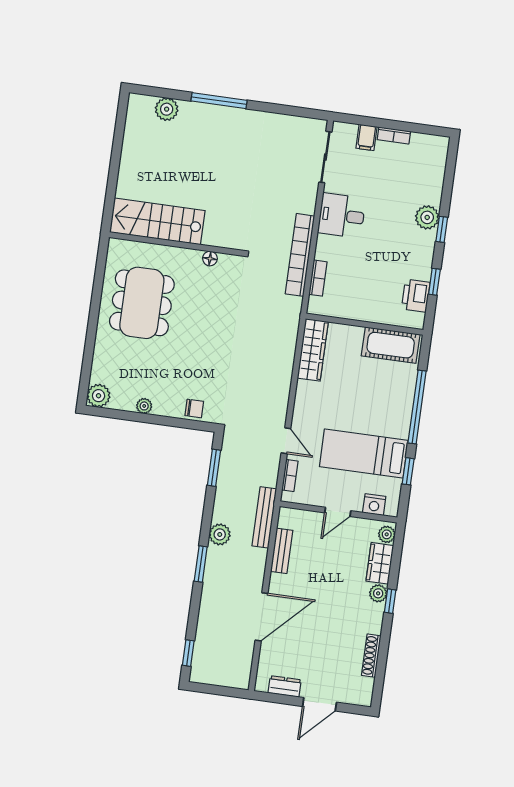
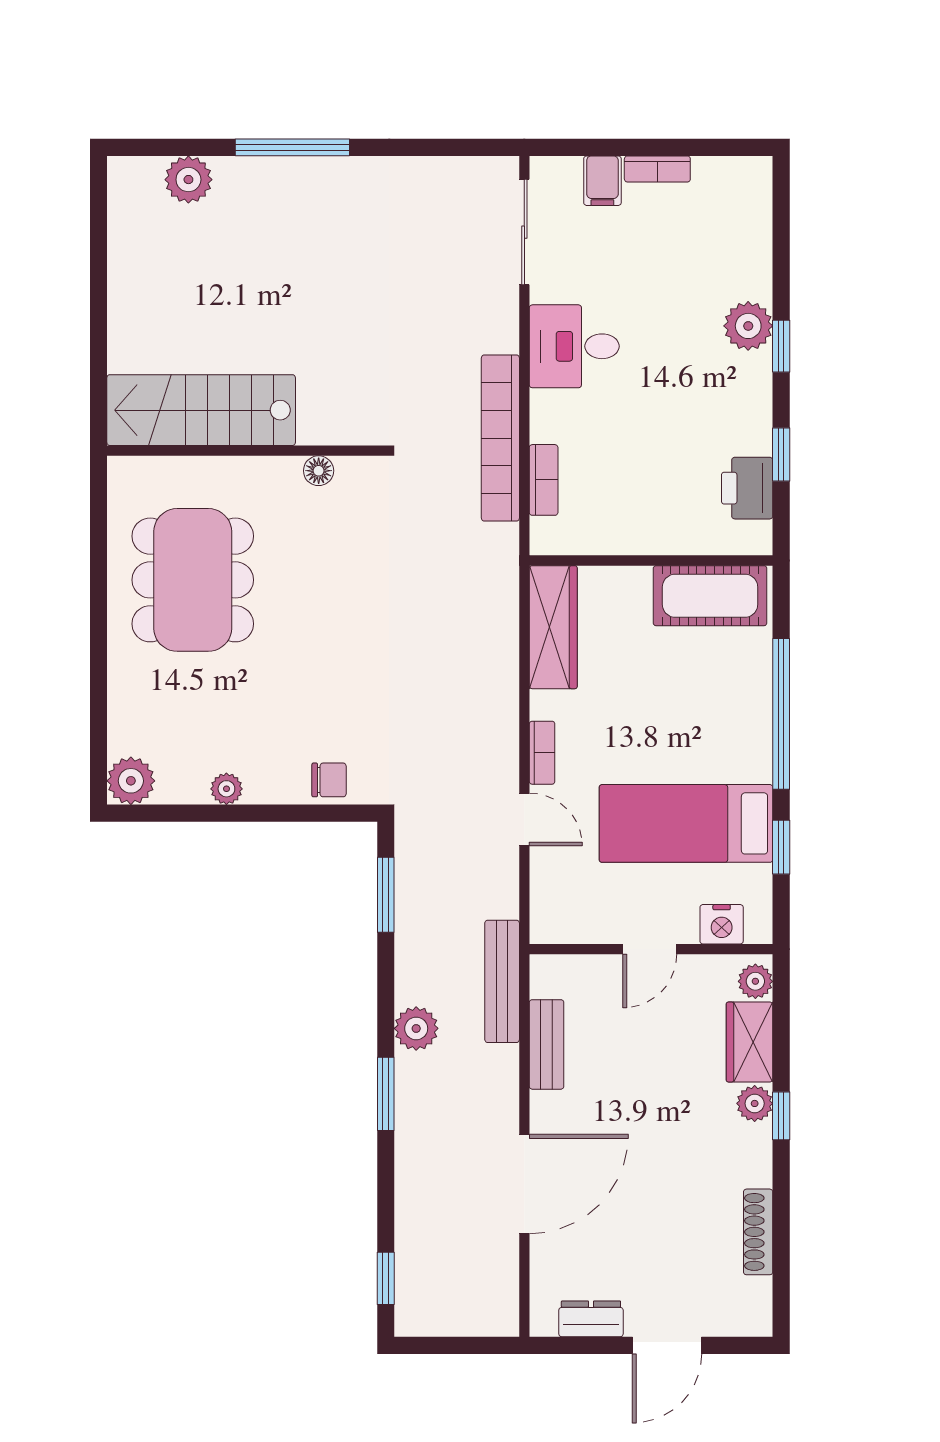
bookcase: (290, 476) -> (542, 753), moved

